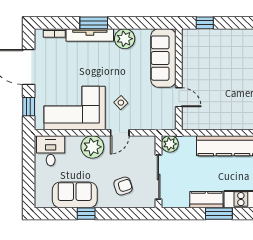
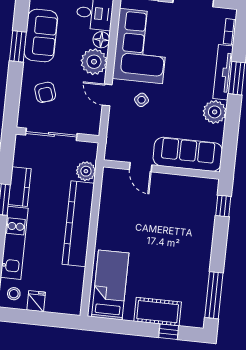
door: (179, 97) -> (141, 167), hinge flipped
floor lamp: (73, 143) -> (101, 40), added
plant: (170, 144) -> (86, 171), moved
window: (86, 214) -> (18, 46), width x1.50

